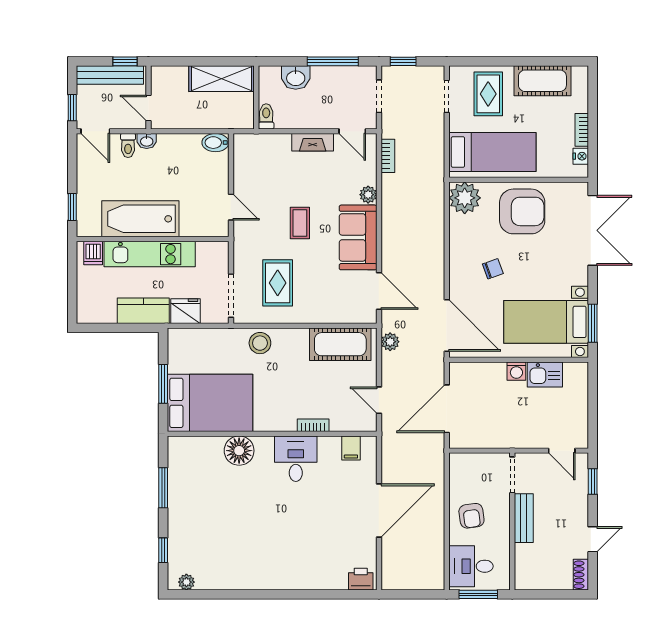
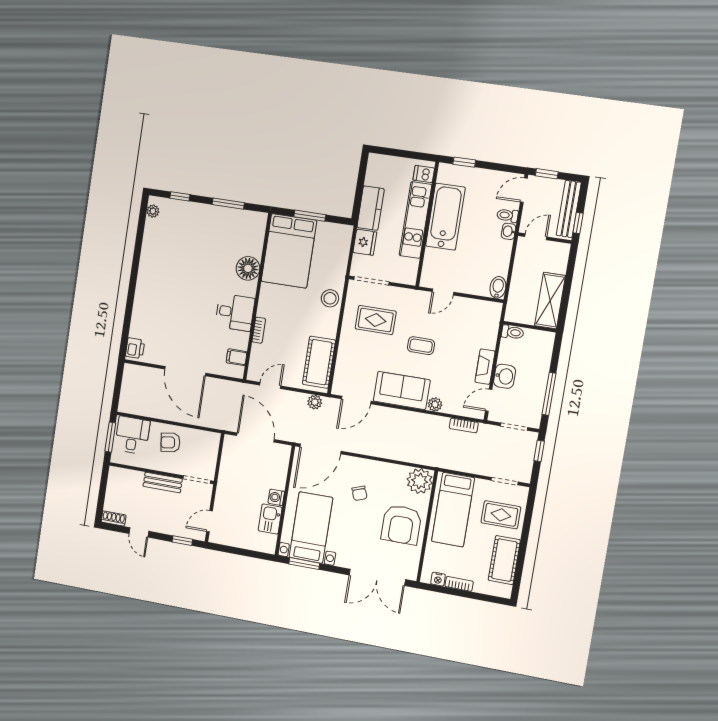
washbasin: (296, 78) -> (505, 376), moved, turned 180

